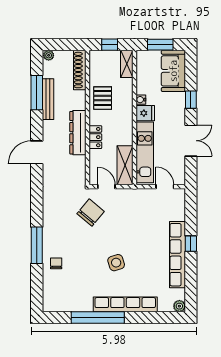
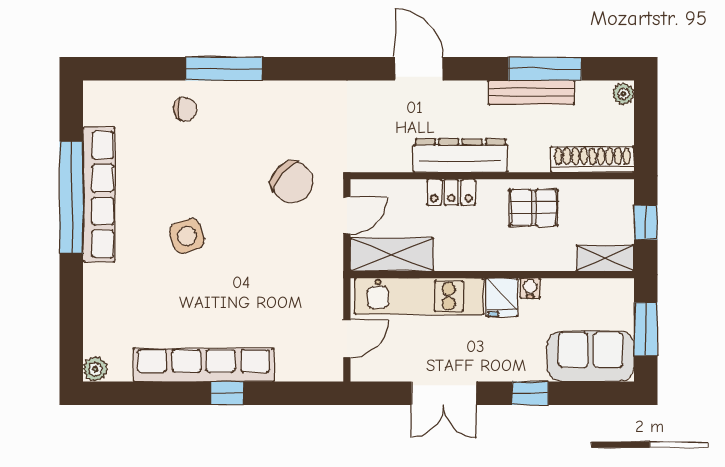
row of seats: (125, 304) -> (99, 195), moved

